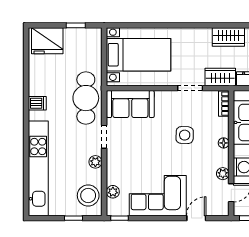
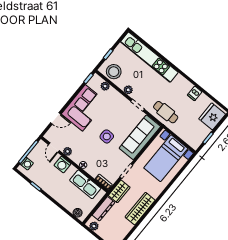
wardrobe: (228, 37) -> (140, 209), width x1.50
cafe table: (86, 98) -> (166, 112), width x0.73, depth x0.74
dishwasher: (37, 103) -> (195, 93), moved
sofa: (130, 104) -> (140, 137), width x1.36
side table: (185, 135) -> (107, 136), moved
door: (196, 218) -> (56, 118), hinge flipped

